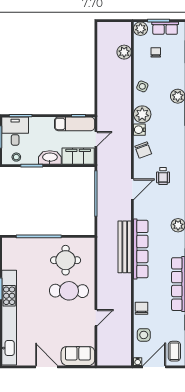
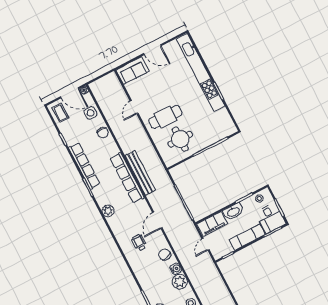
exam couch: (75, 124) -> (247, 237), moved
door: (154, 367) -> (70, 93), hinge flipped

